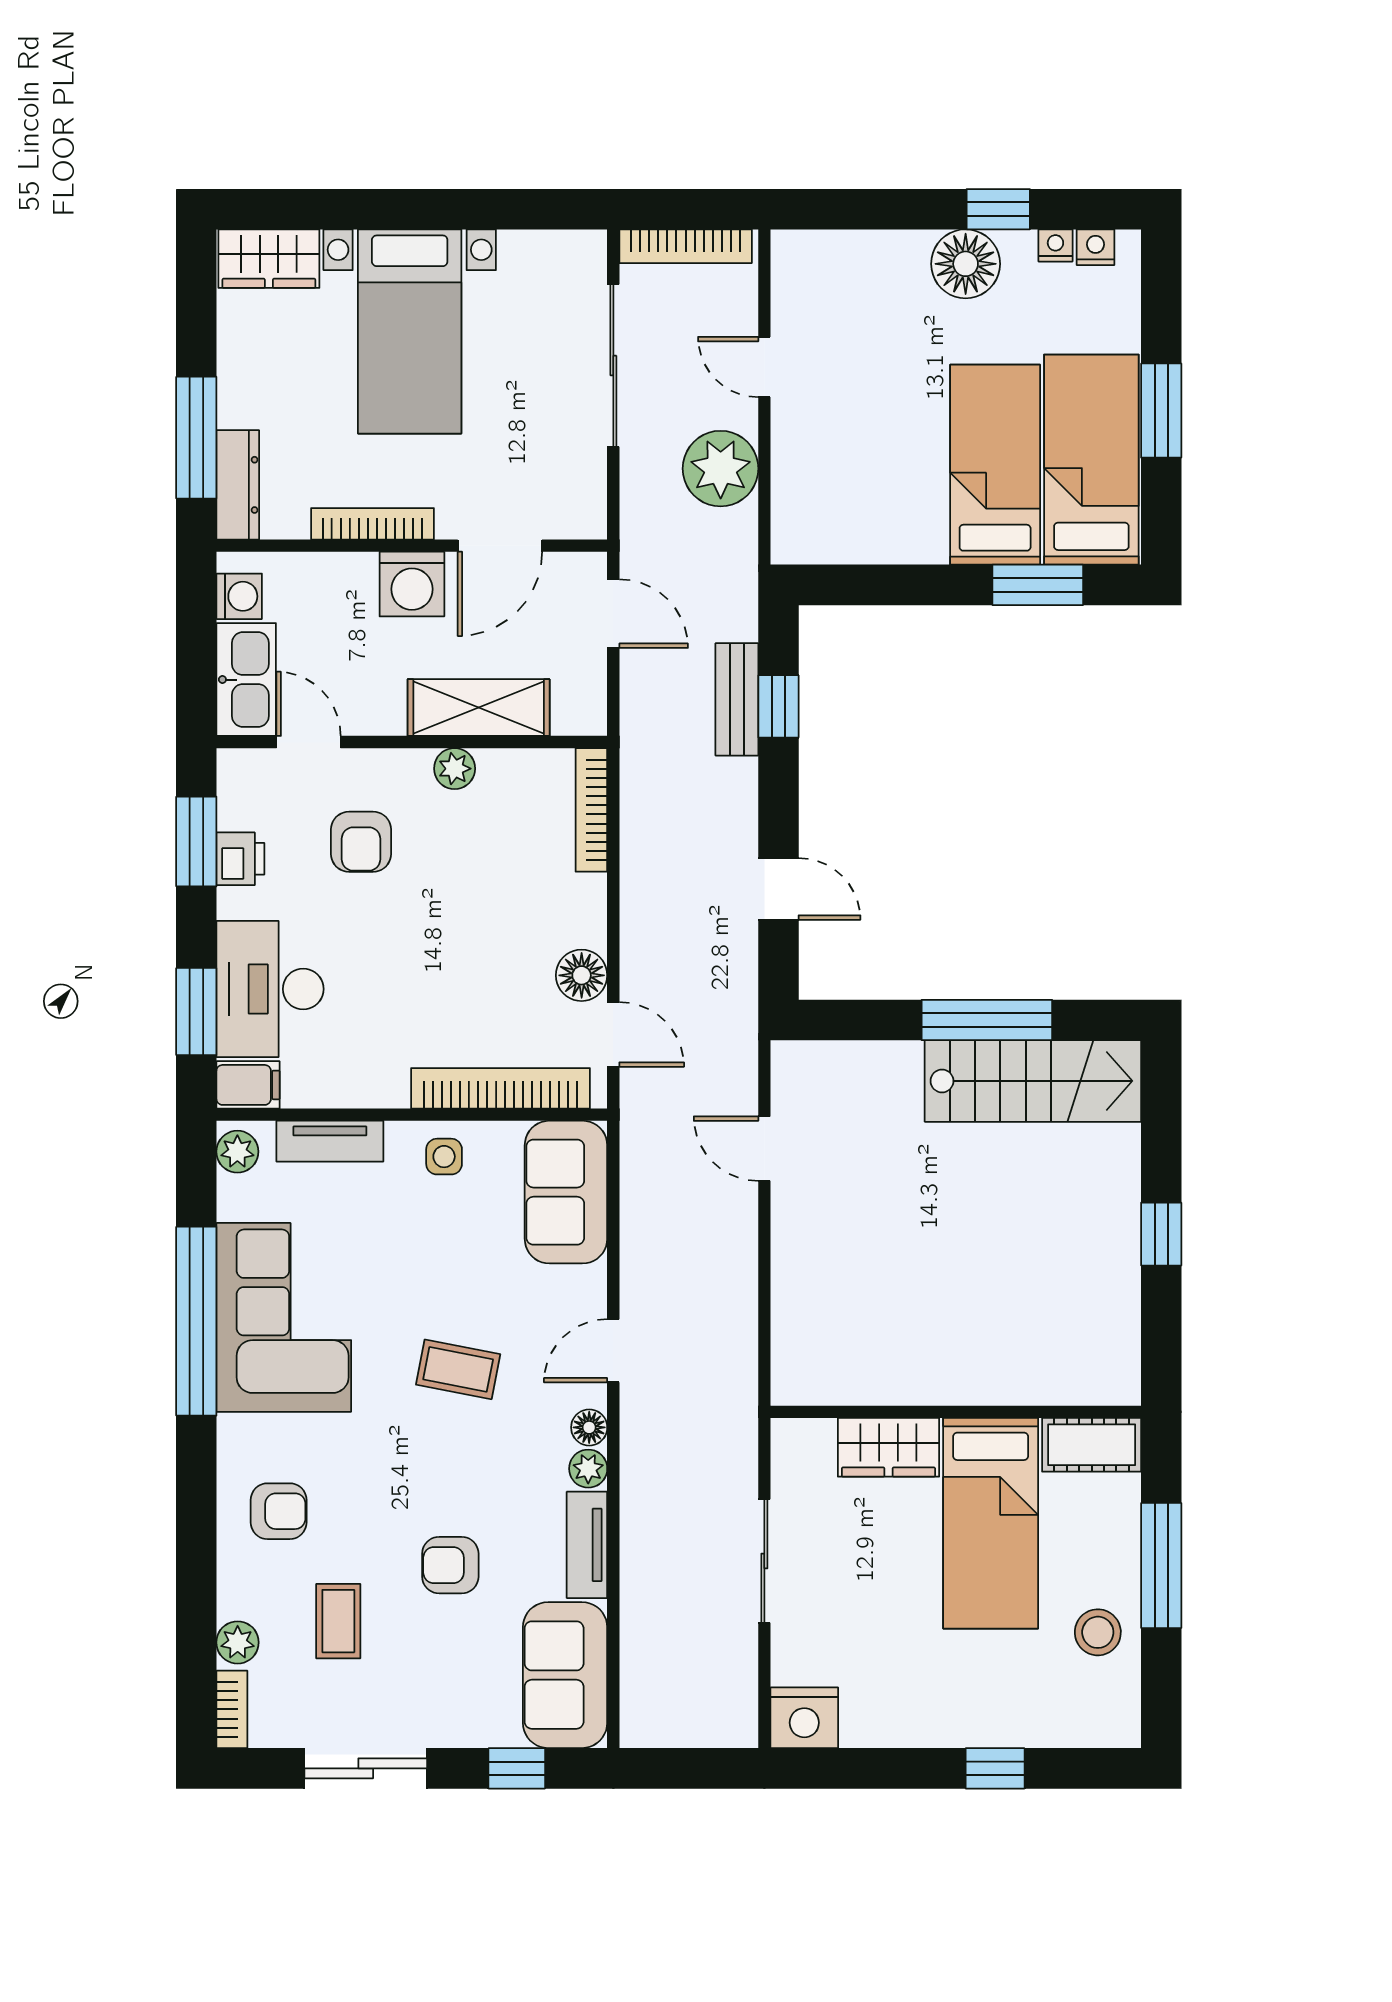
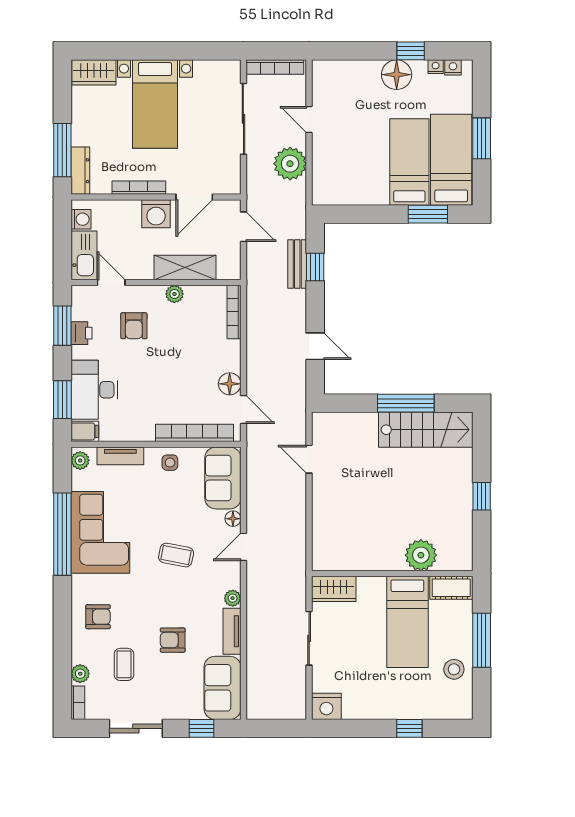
plant: (1022, 1370) -> (421, 555), added
floor lamp: (589, 1427) -> (233, 519), moved
wardrobe: (888, 1447) -> (334, 589), moved

